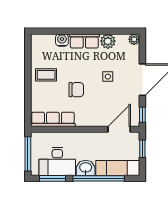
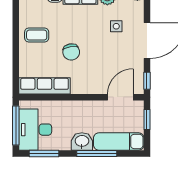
side table: (108, 77) -> (116, 26), moved
chair: (76, 90) -> (71, 52), turned 80
desk: (57, 161) -> (35, 130), moved, turned 90
window: (99, 178) -> (97, 153), width x0.68

